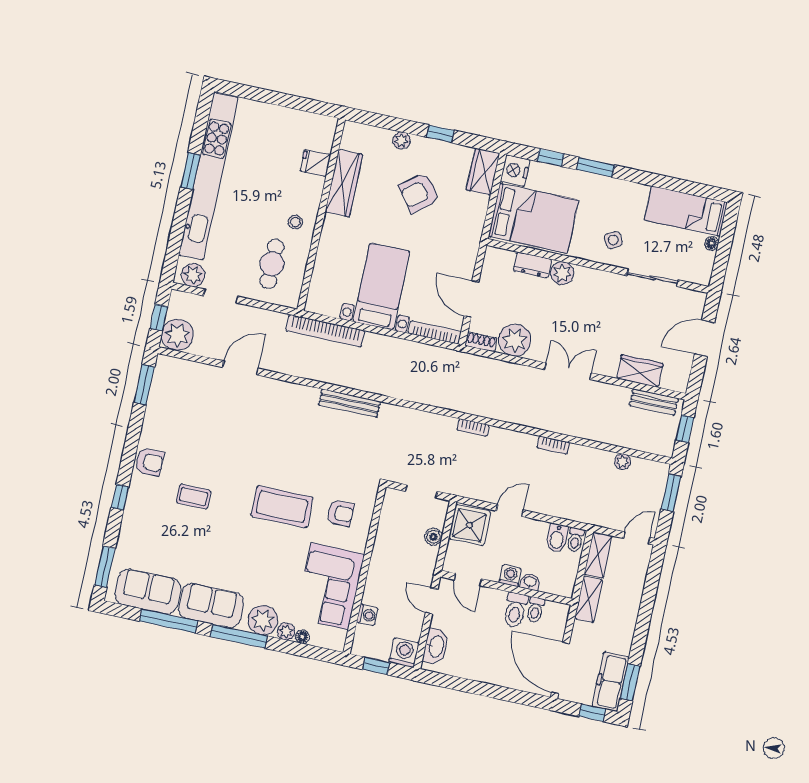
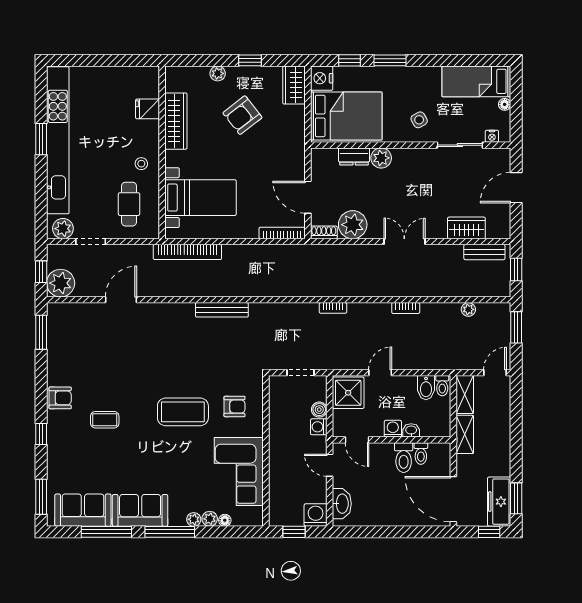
nightstand: (690, 276) -> (492, 136), added
bed with nightstands: (381, 287) -> (200, 198), moved, turned 90
washing machine: (367, 615) -> (319, 427), moved, turned 180
plant: (263, 620) -> (194, 519), width x0.53, depth x0.53

